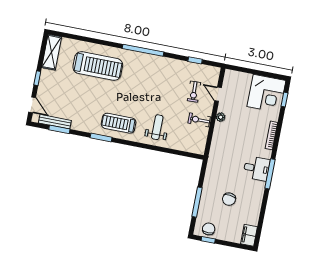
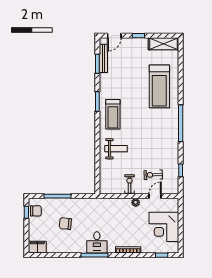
corner desk: (266, 93) -> (164, 227), moved
treadmill: (119, 123) -> (113, 114), turned 180

